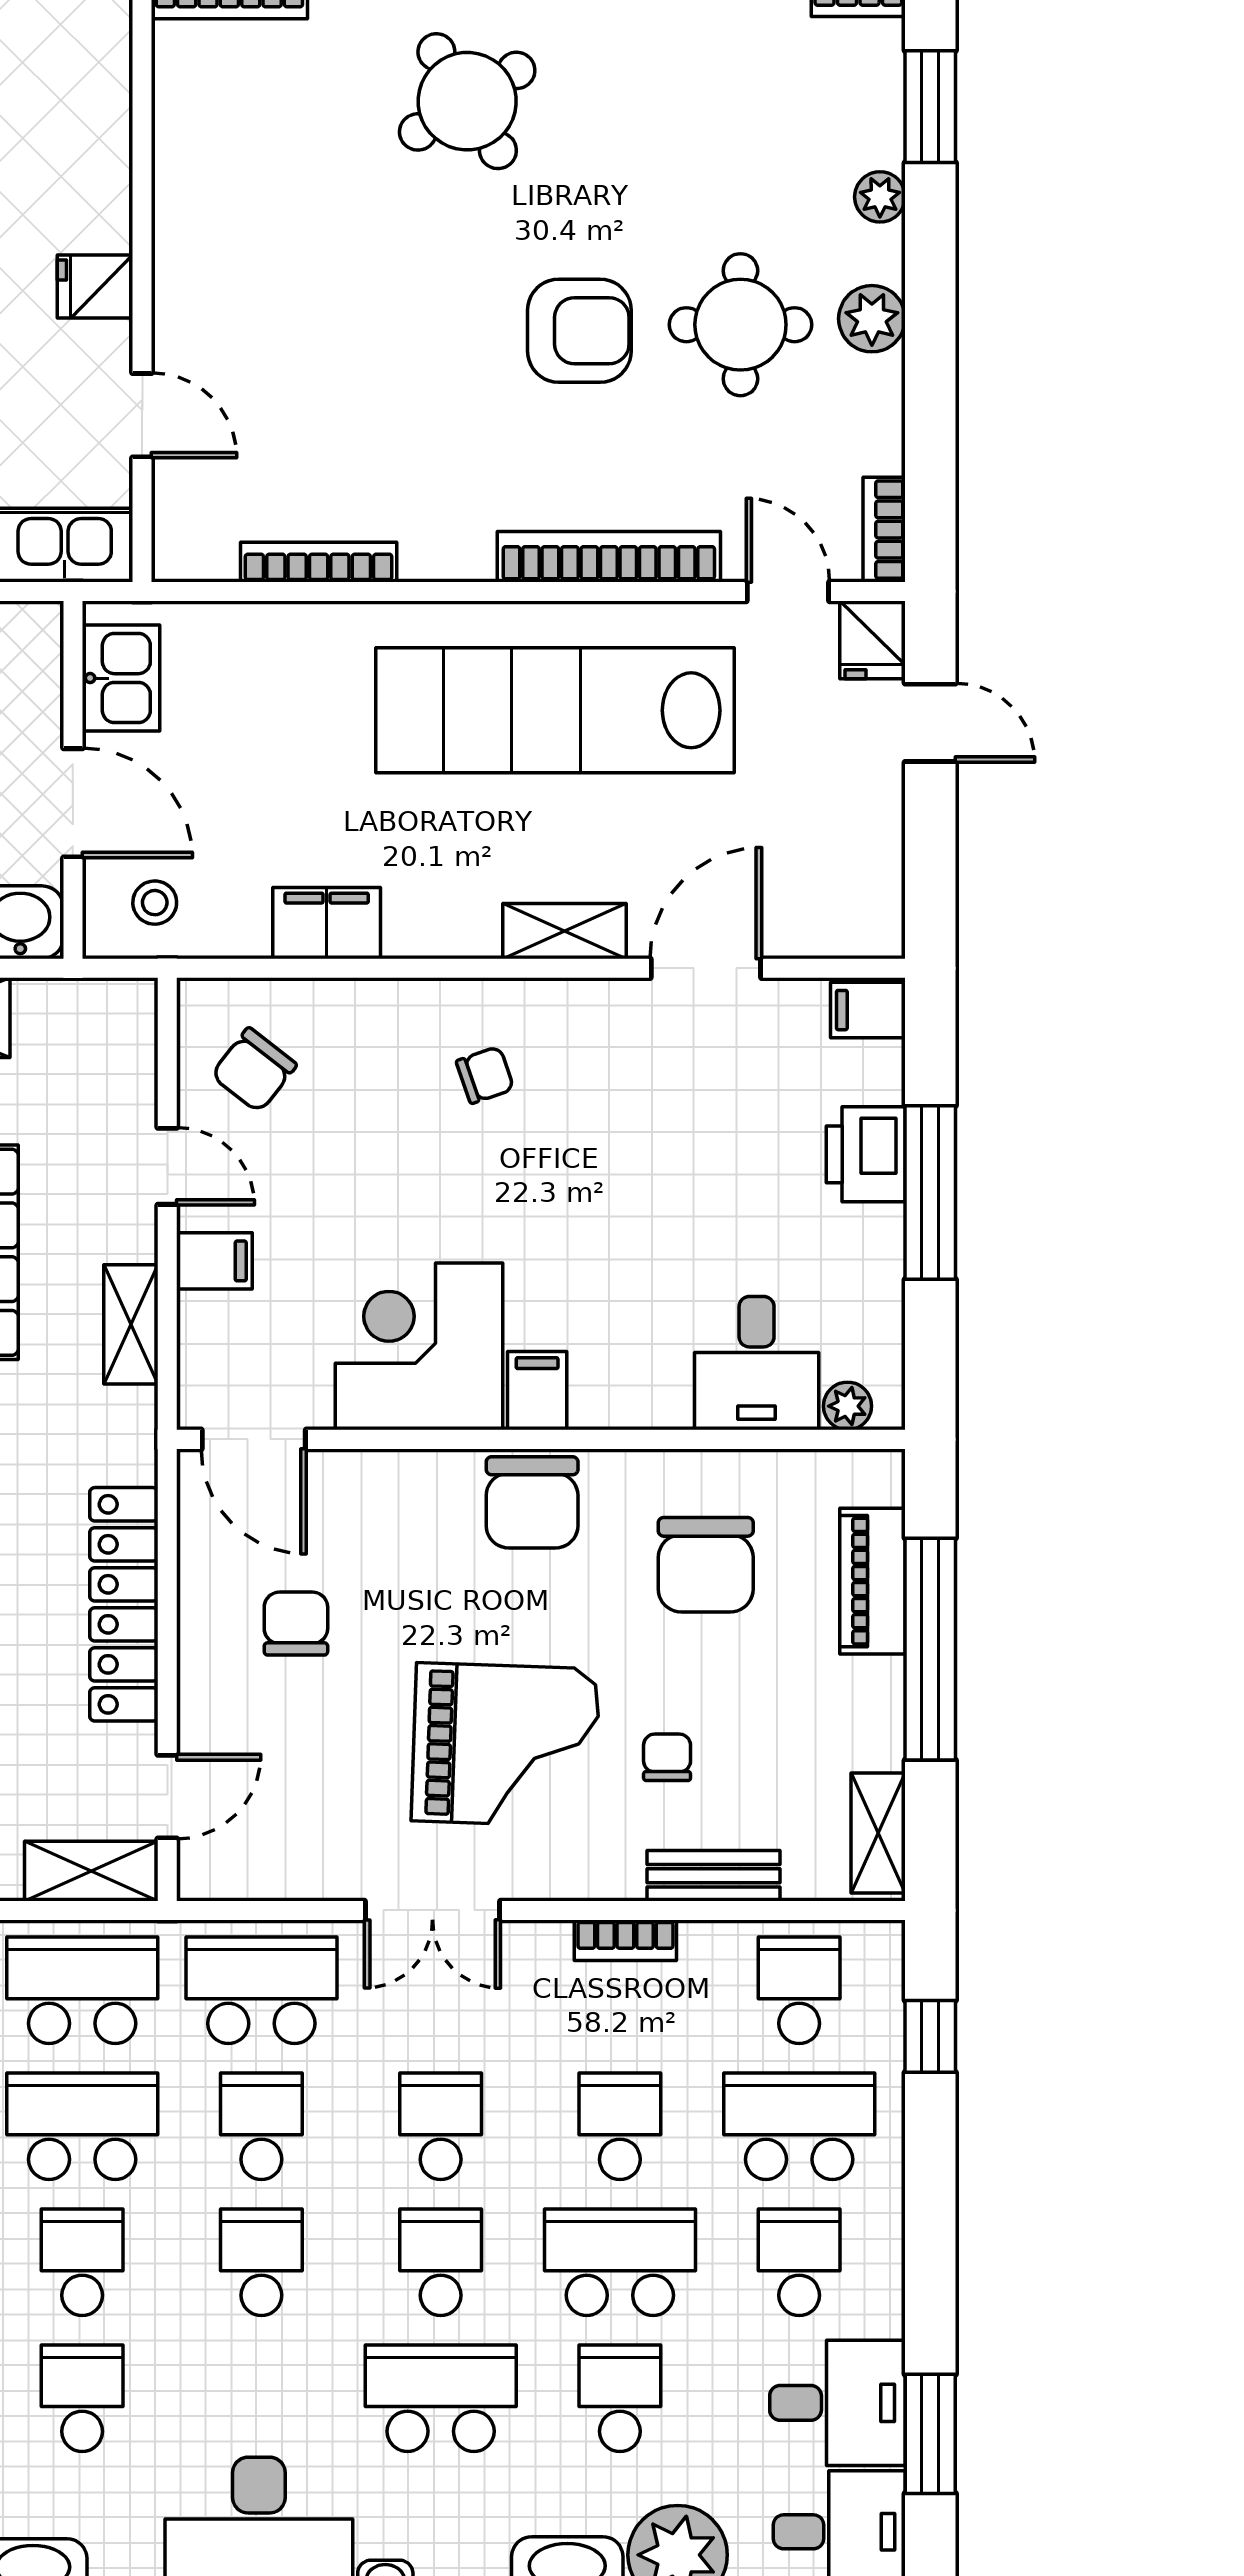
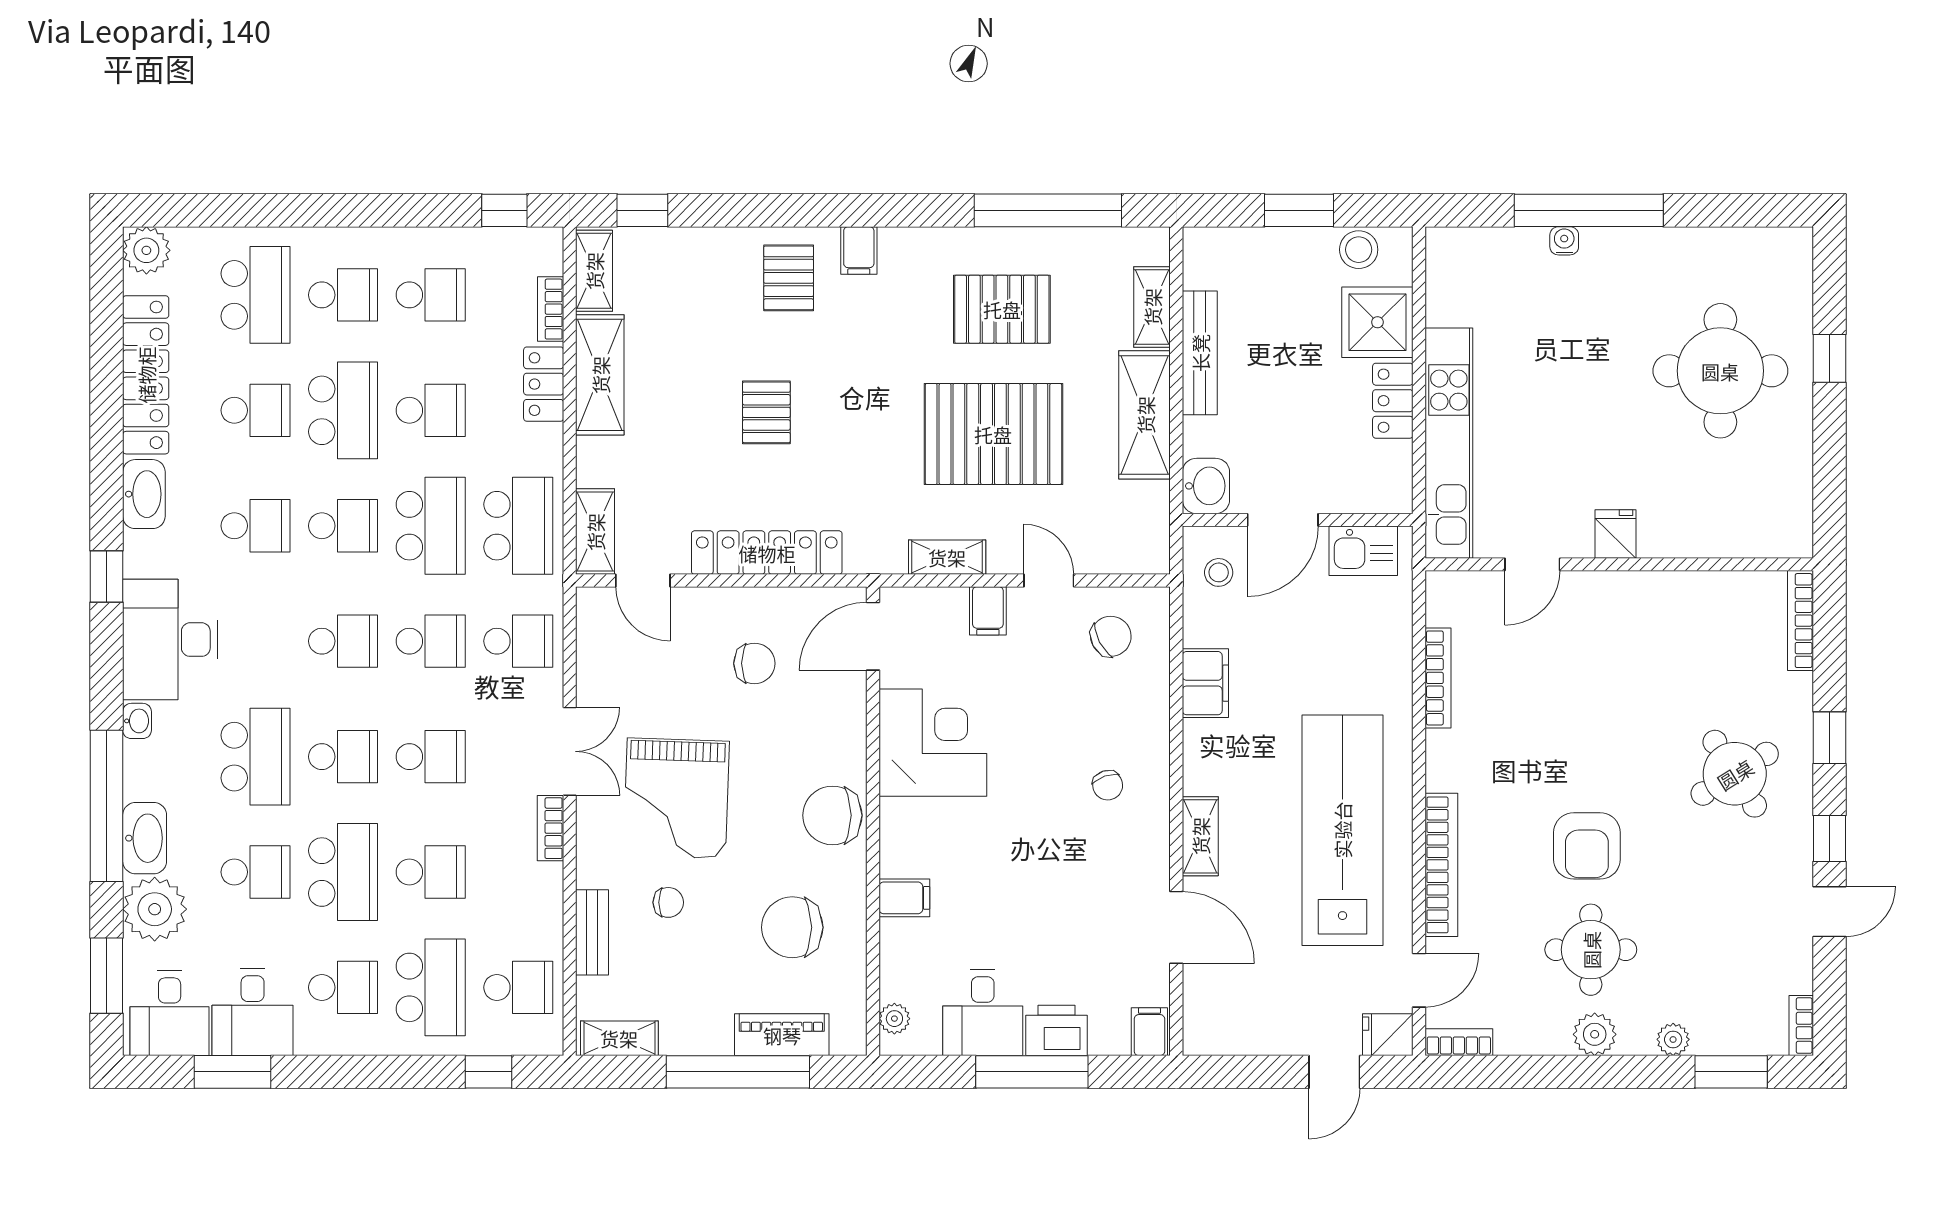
chair: (254, 1070) -> (1111, 636), turned 114
door: (167, 1166) -> (1049, 580), swing flipped
desk: (757, 1363) -> (983, 1013), moved, turned -90
filing cabinet: (537, 1391) -> (904, 898), moved
double door: (432, 1910) -> (570, 751), swing flipped
bookcase: (625, 1940) -> (550, 828), moved
school desk: (261, 1990) -> (518, 641), width x0.54

